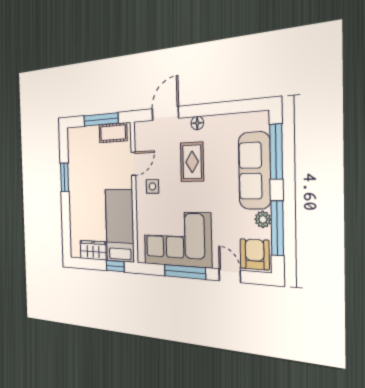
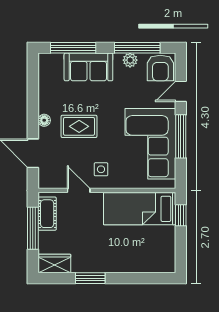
sofa: (254, 171) -> (88, 67), width x0.73
wardrobe: (93, 250) -> (54, 264), moved, turned 90
armchair: (255, 254) -> (160, 68), turned -90

